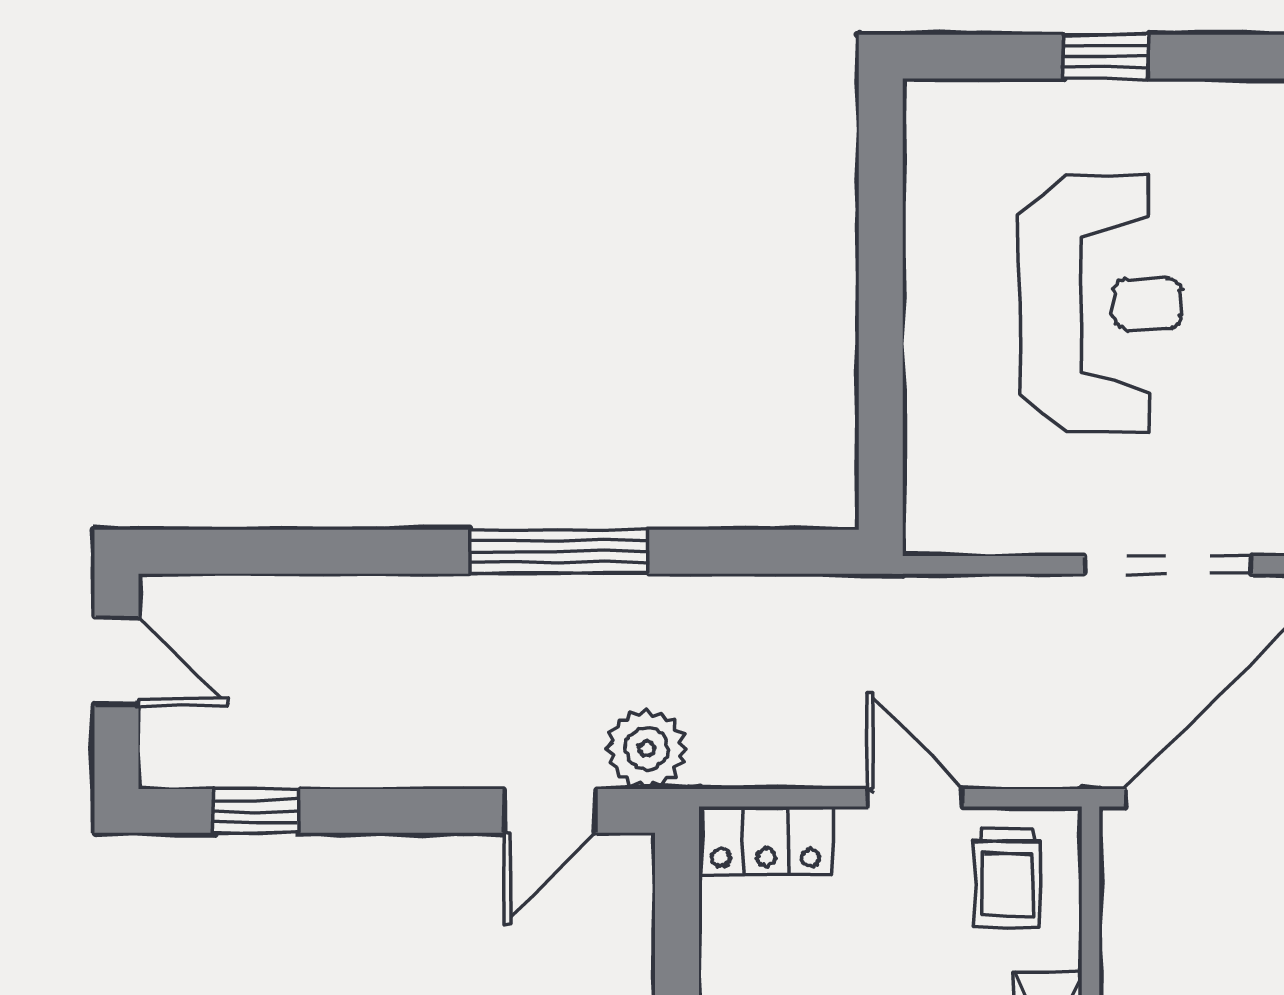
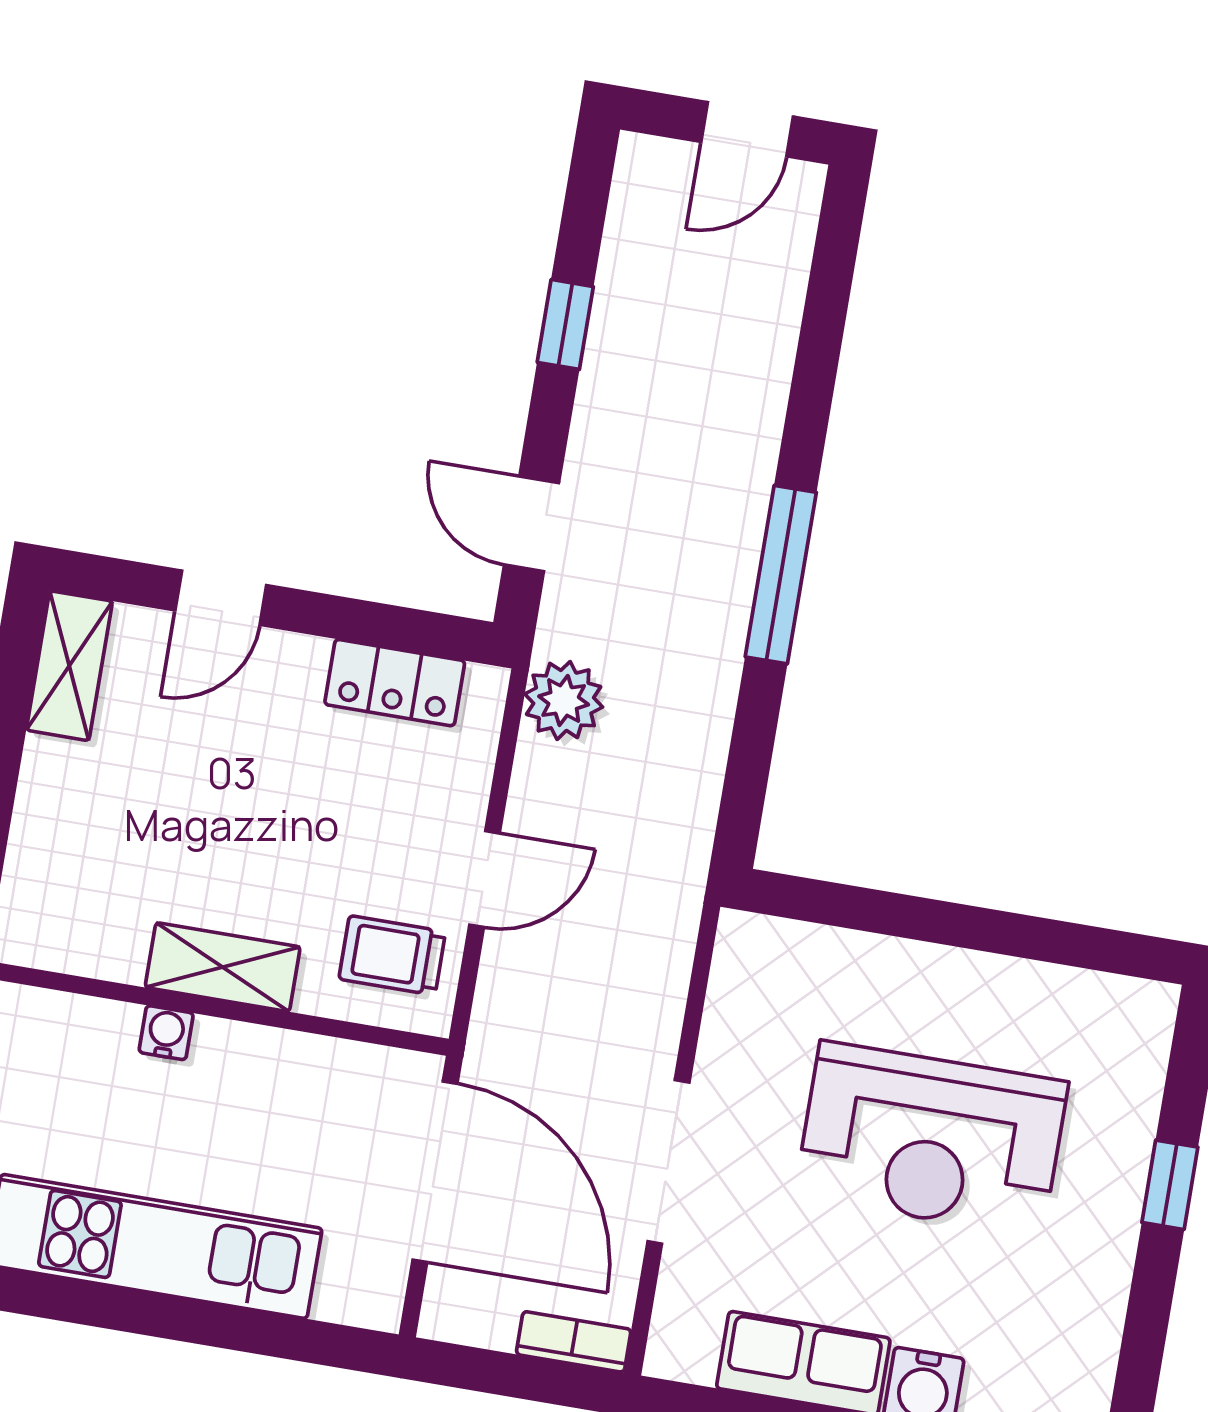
plant: (646, 749) -> (564, 700), moved
window: (256, 811) -> (565, 324), moved
locker: (766, 840) -> (395, 683), moved, turned -90

